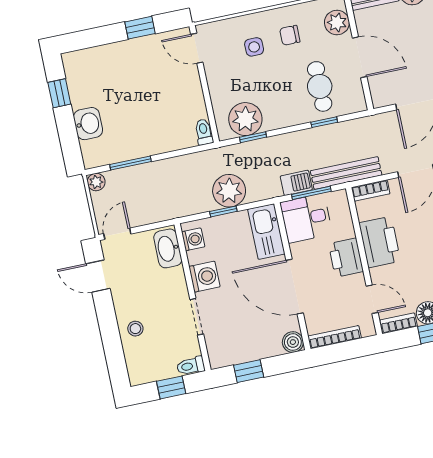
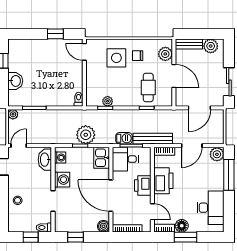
side table: (254, 47) -> (116, 58), width x1.87, depth x1.87
plant: (245, 119) -> (108, 101), width x0.53, depth x0.53
kitchen sink: (266, 232) -> (102, 158), width x0.73

